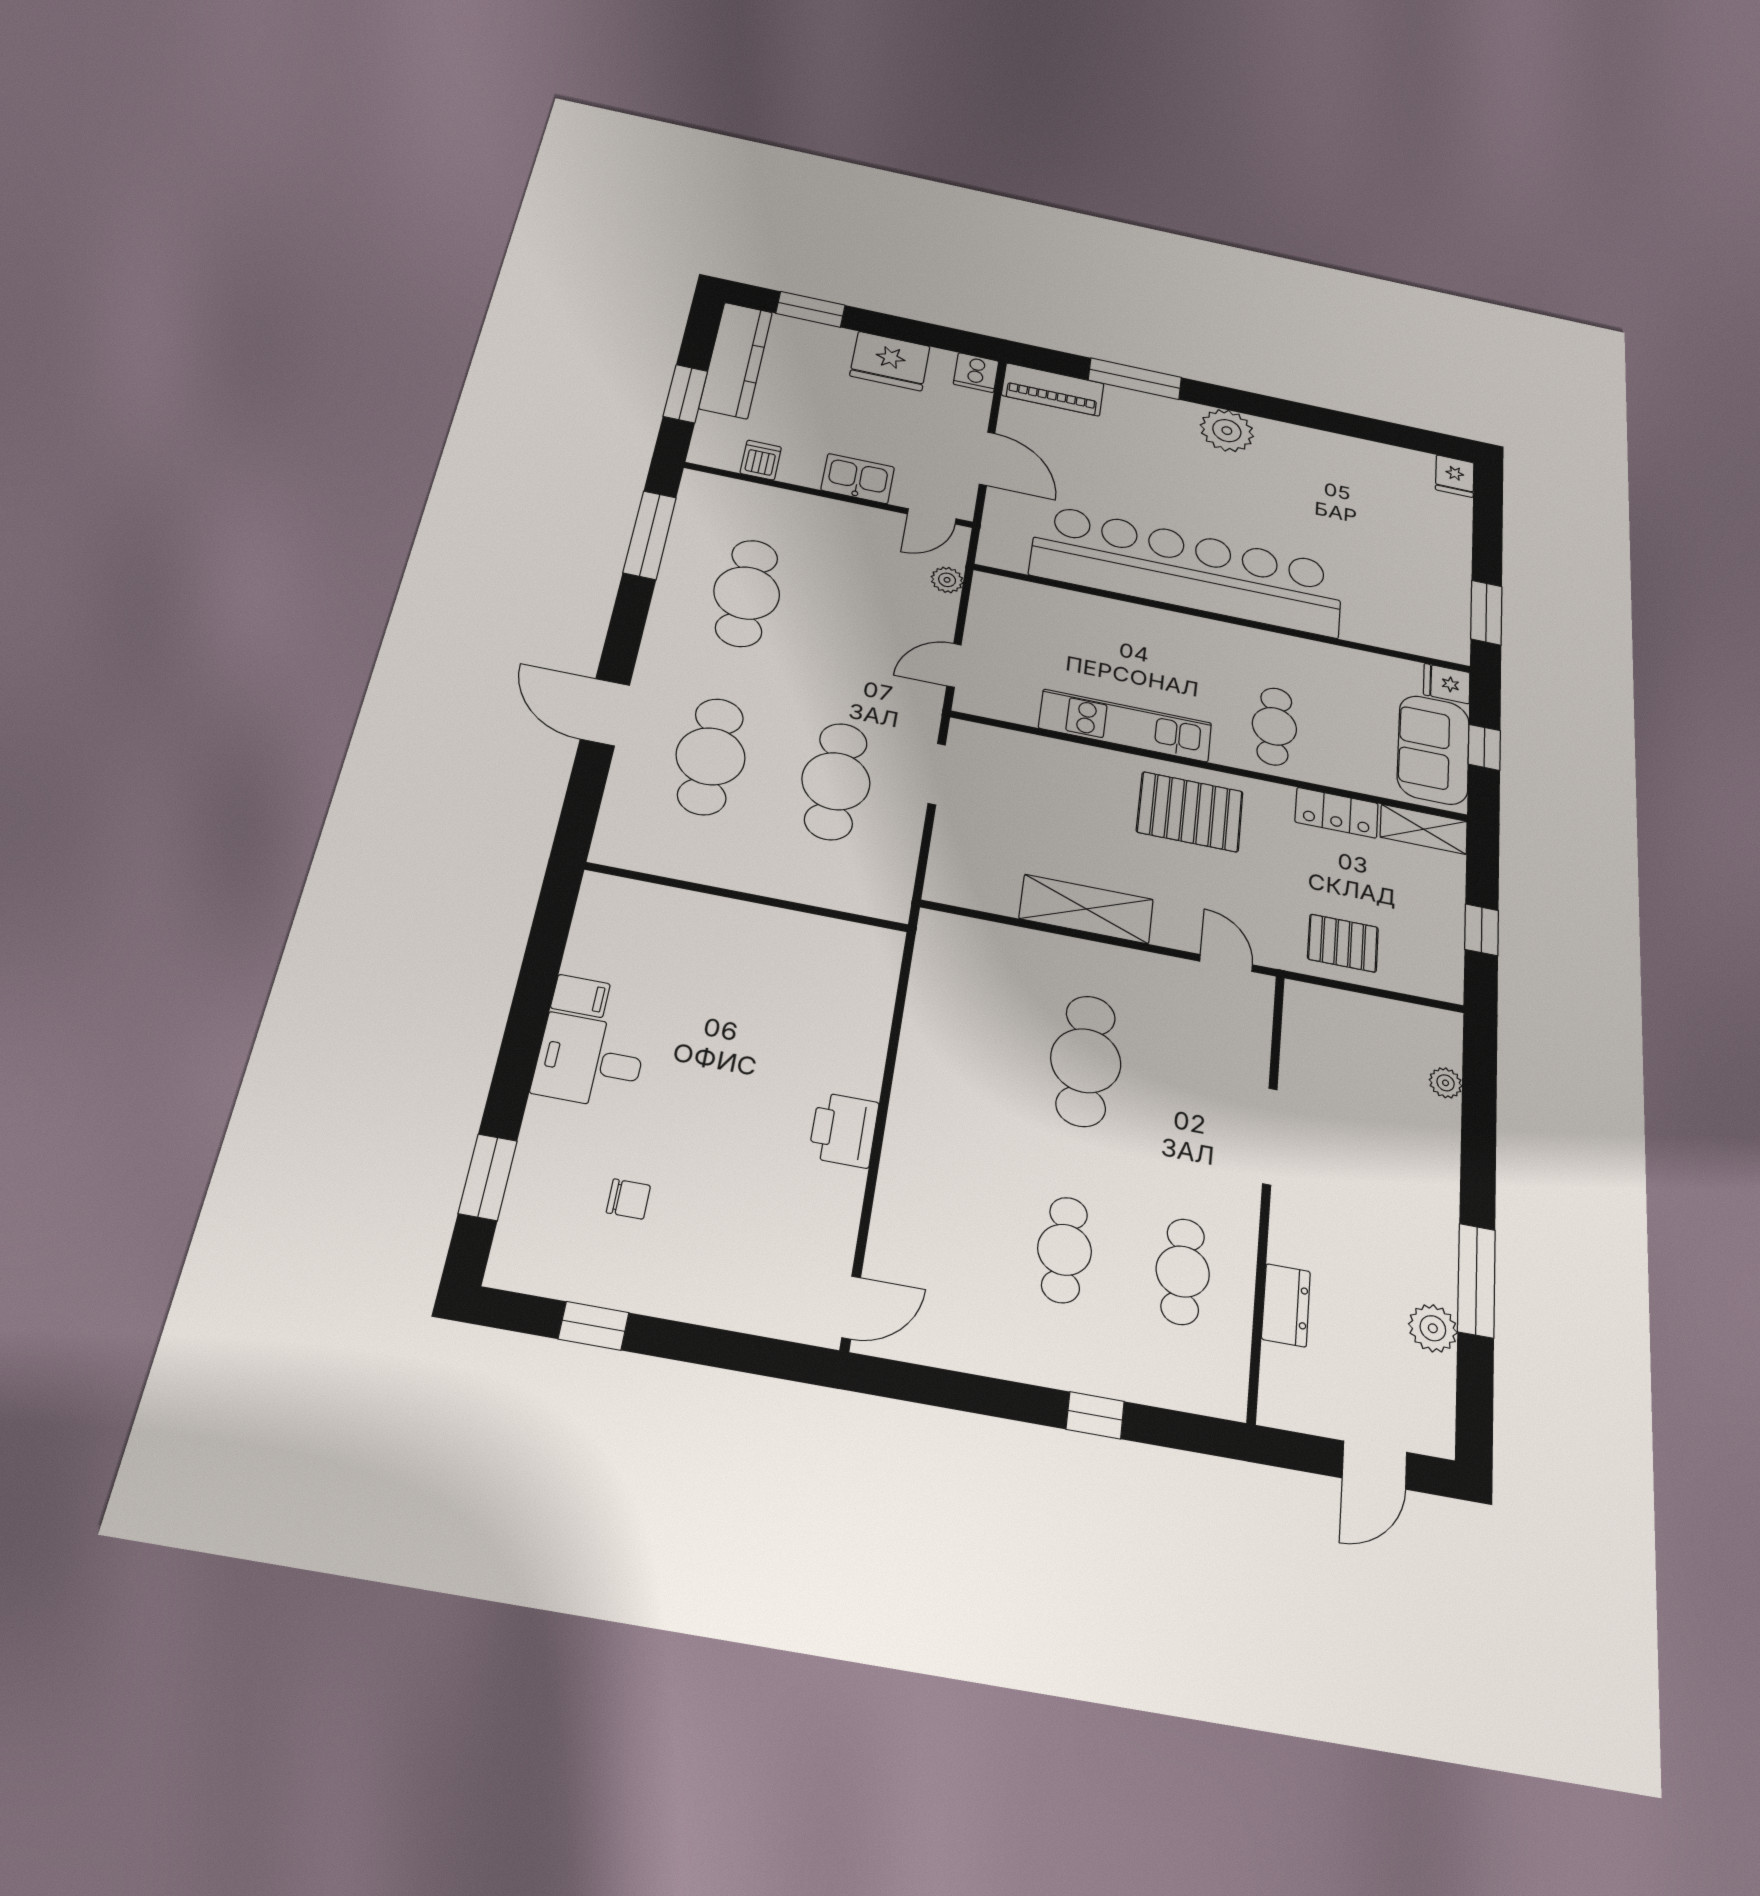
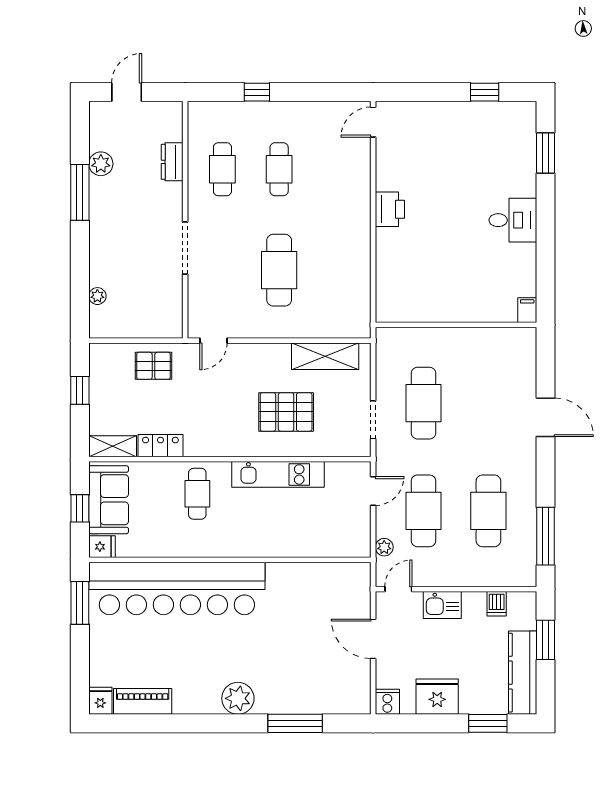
piano: (1053, 389) -> (143, 701), moved
bar counter: (1188, 570) -> (177, 588), moved
cafe table: (711, 756) -> (423, 511), moved
pallet: (1190, 812) -> (286, 412), moved
shelving: (1086, 909) -> (325, 356), moved
door: (1226, 963) -> (213, 341), hinge flipped
filing cabinet: (580, 996) -> (527, 310), moved, turned 90
chair: (628, 1199) -> (481, 155), removed

